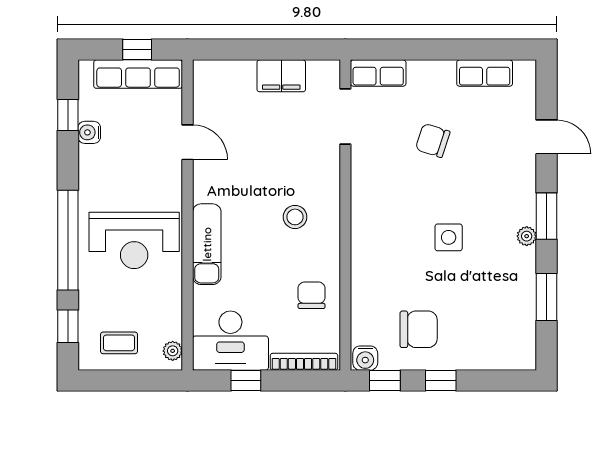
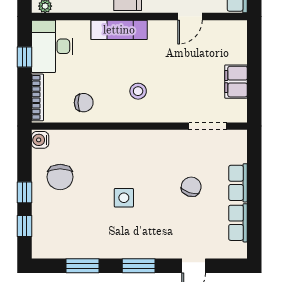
row of seats: (378, 73) -> (238, 183), moved
plant: (527, 236) -> (125, 252), removed
window: (385, 381) -> (24, 226), moved

